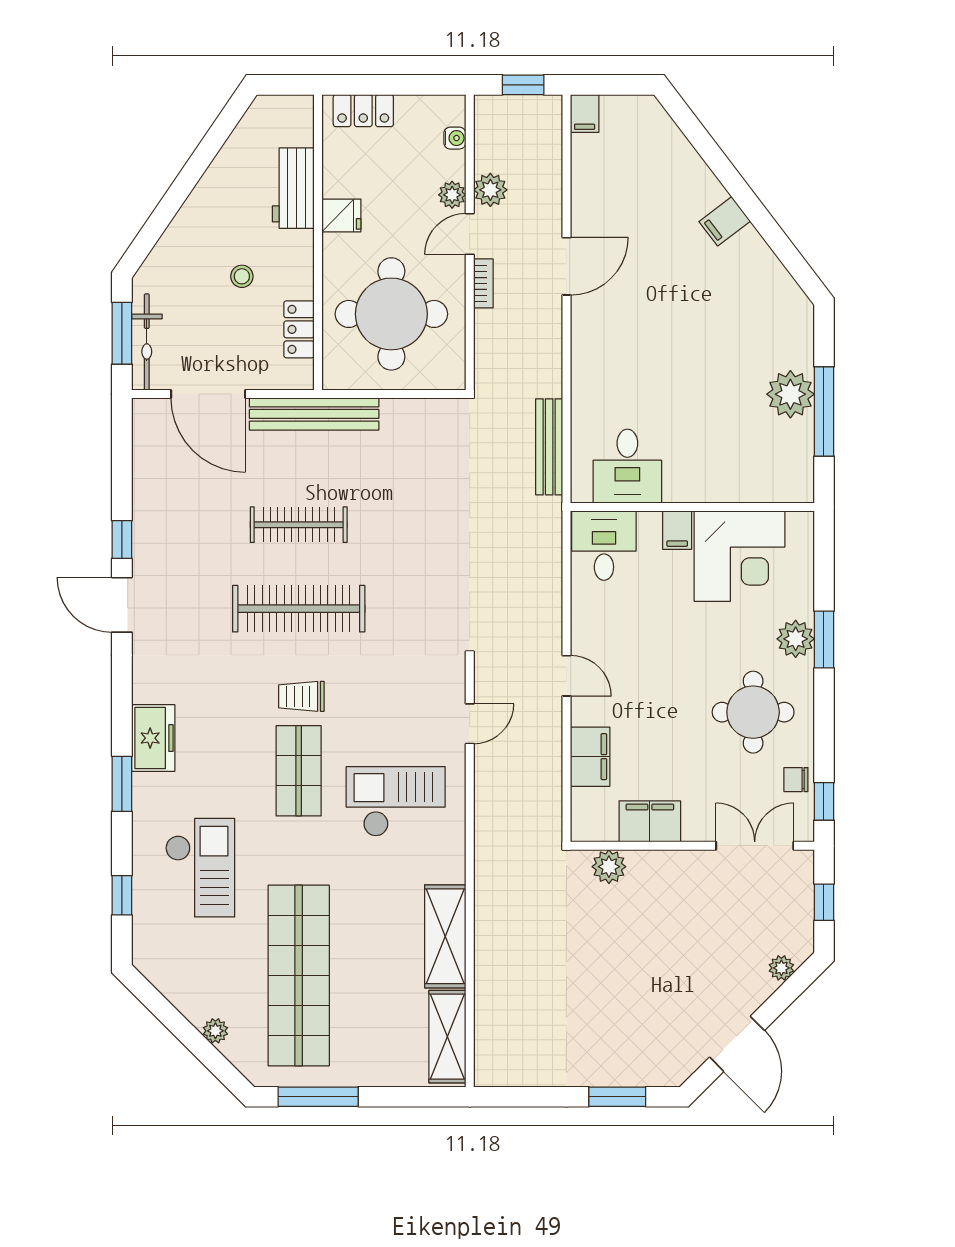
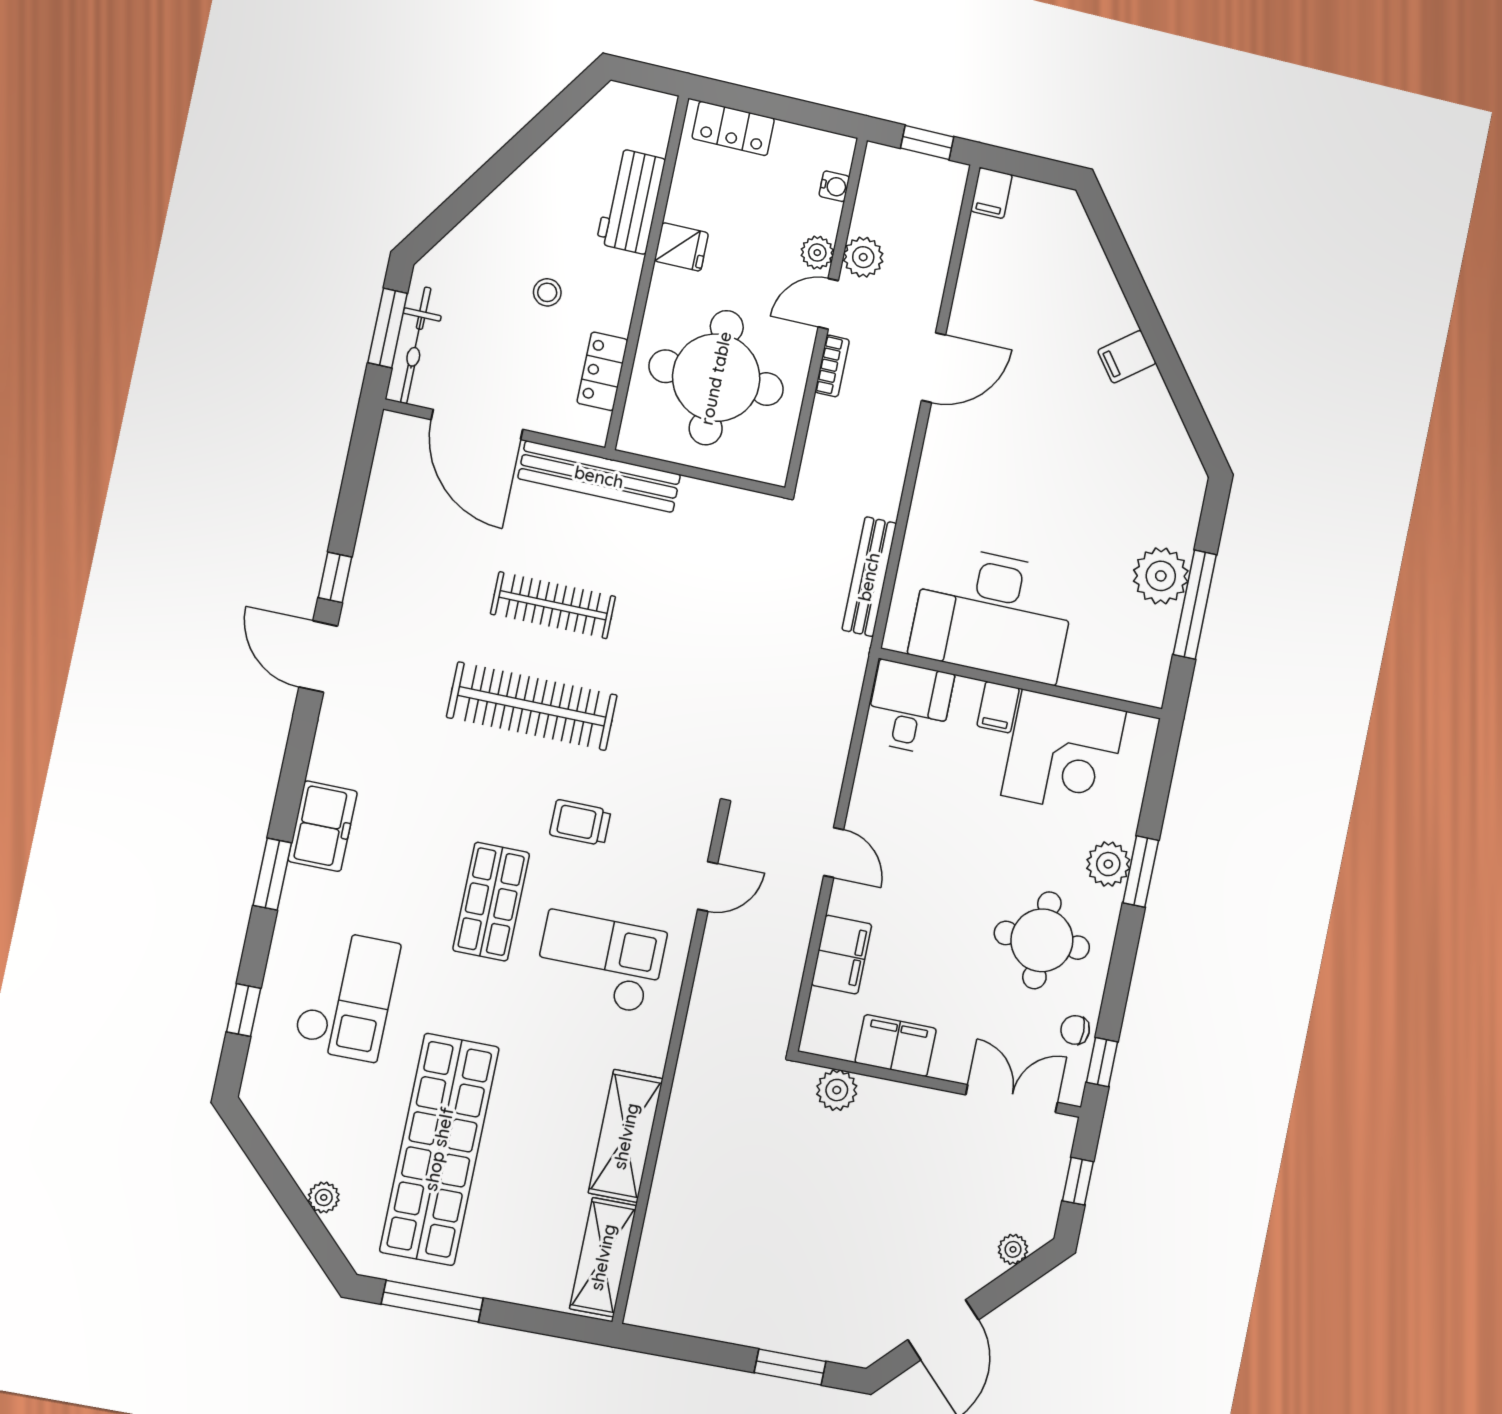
desk: (627, 466) -> (993, 614), width x1.87, depth x1.30
trolley: (301, 696) -> (580, 823), moved

